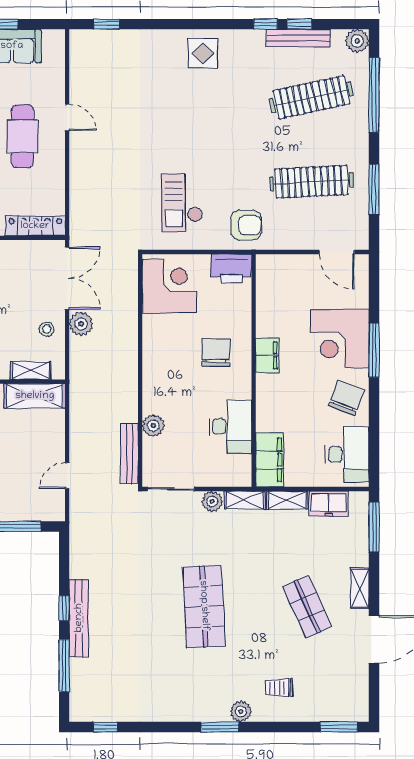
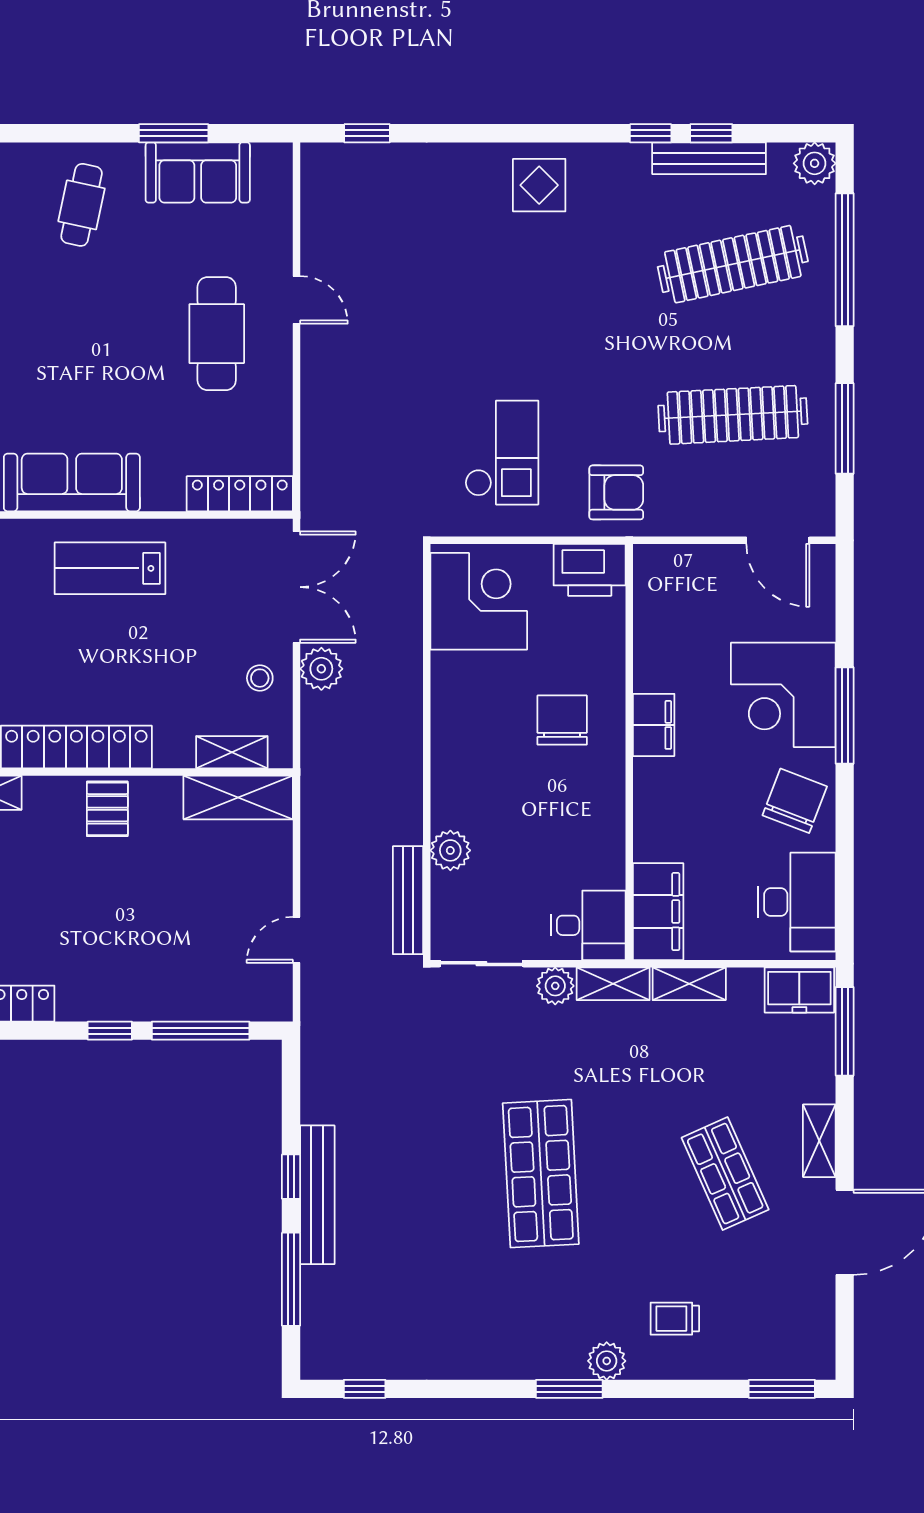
checkout: (182, 203) -> (502, 453), turned 180
desk: (231, 426) -> (588, 925), moved, width x0.73
freezer: (329, 504) -> (799, 990), moved

